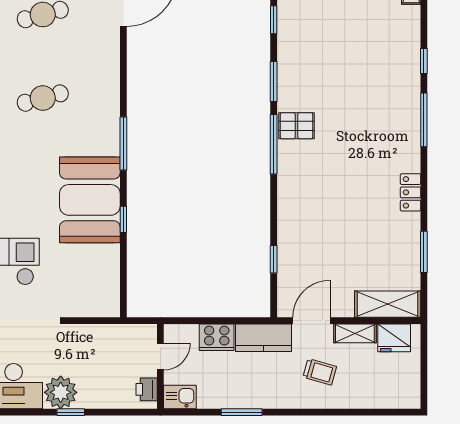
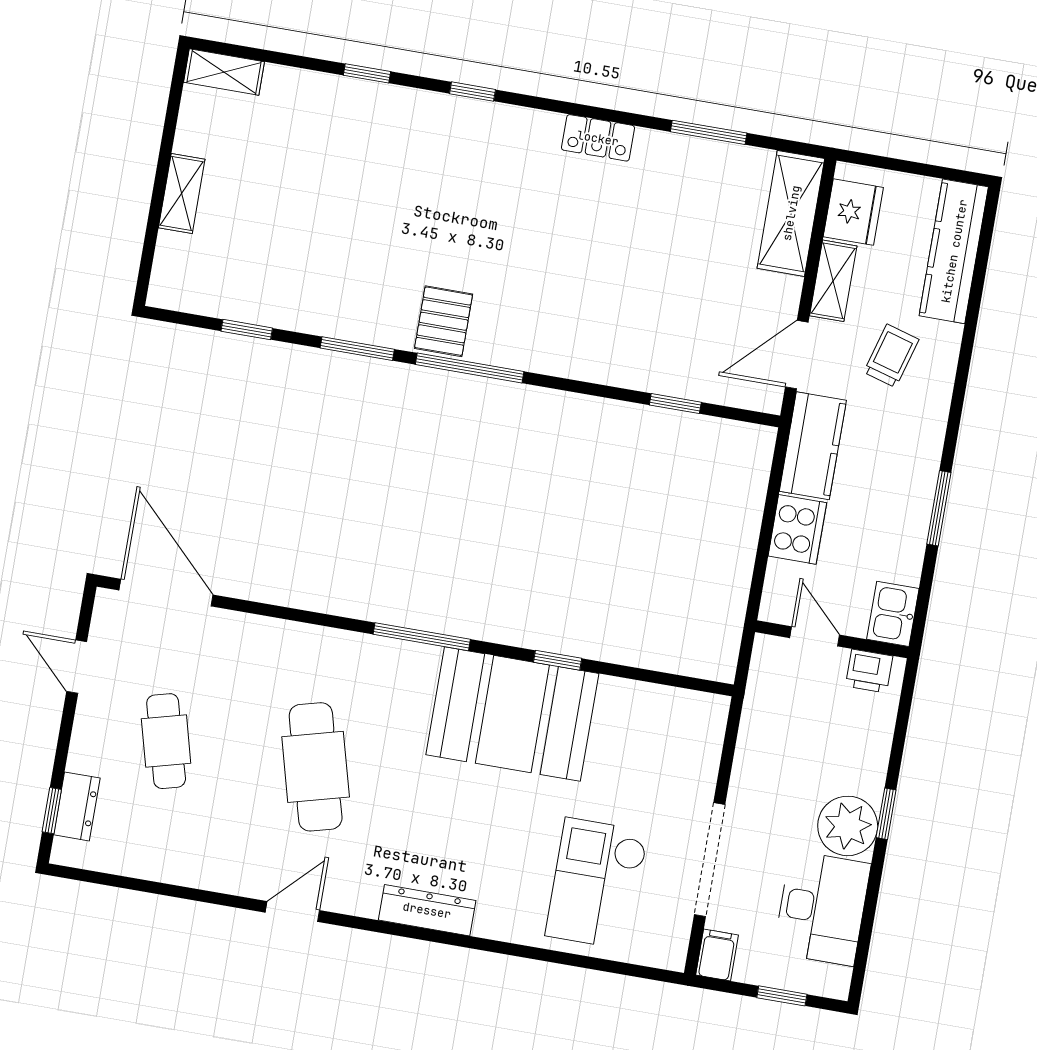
cafe table: (43, 98) -> (316, 767), width x1.37, depth x1.35
window: (424, 120) -> (472, 92), width x0.46
door: (312, 321) -> (797, 355), hinge flipped
kitchen counter: (382, 396) -> (954, 251), added

